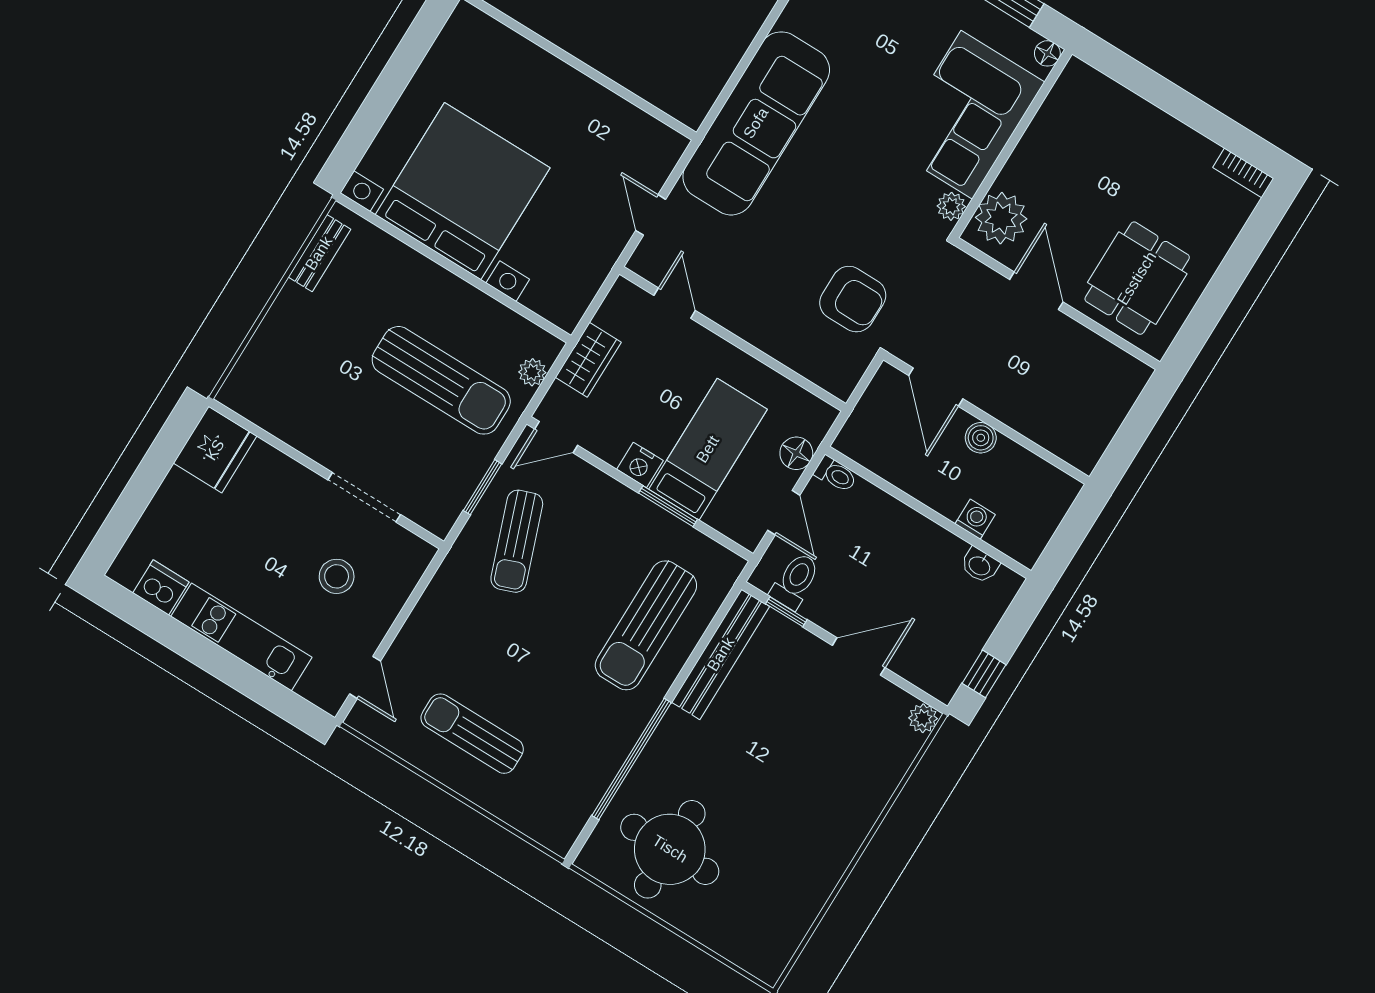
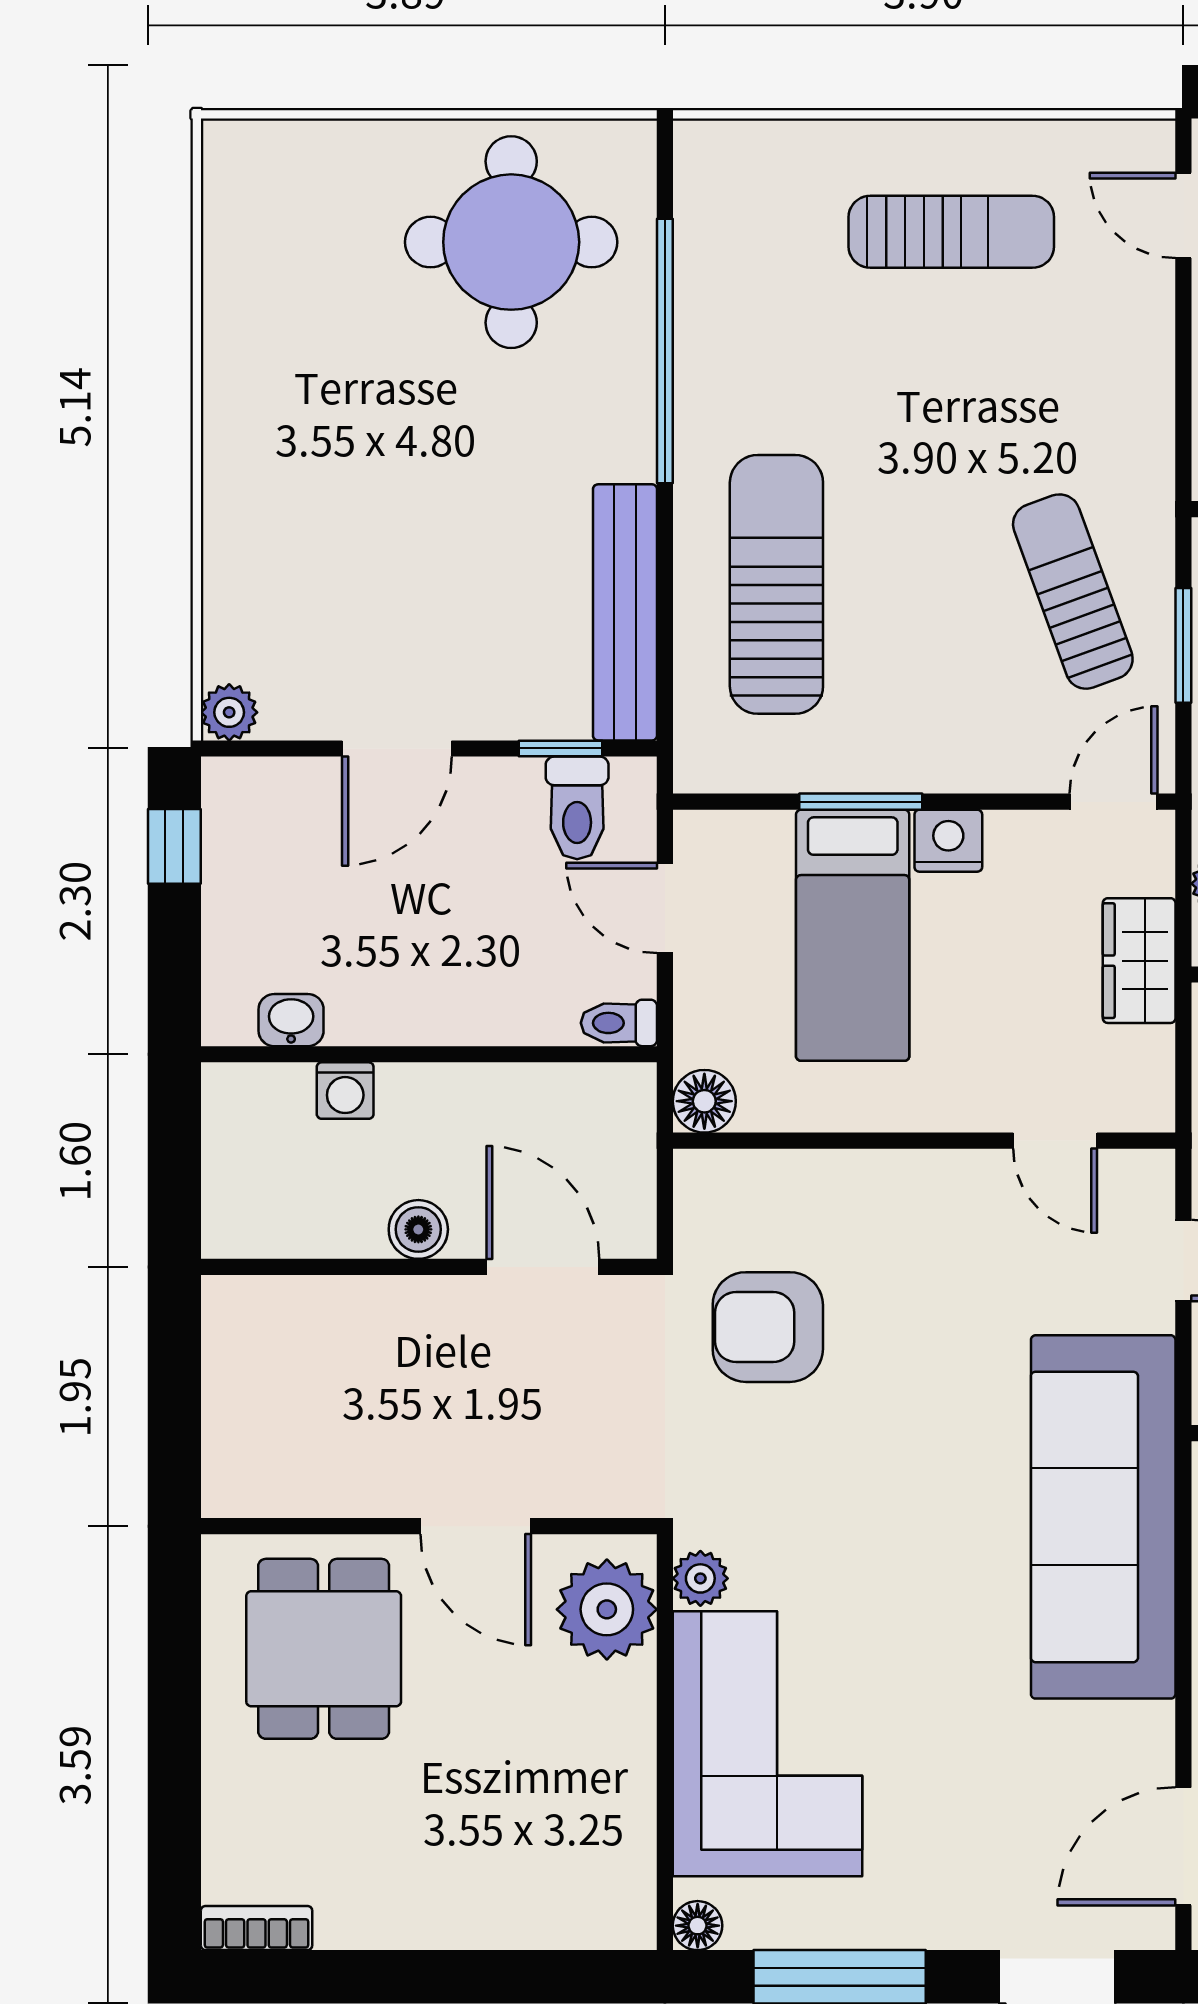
floor lamp: (796, 453) -> (704, 1101), moved

